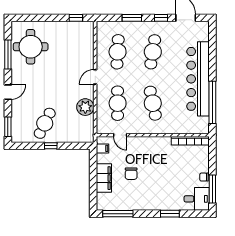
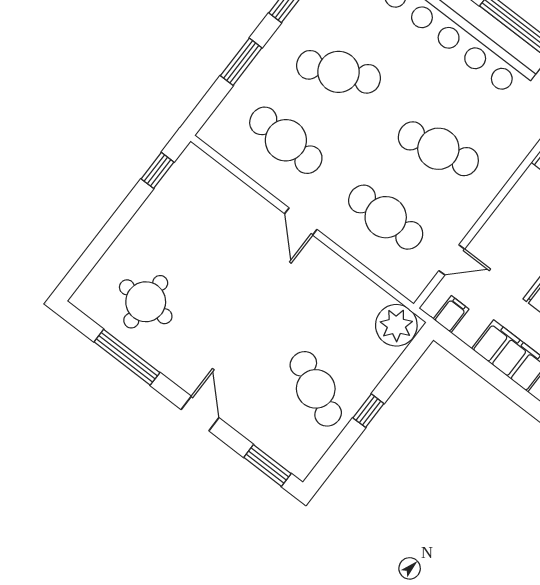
round table: (31, 47) -> (146, 302), width x0.73, depth x0.73
cafe table: (153, 52) -> (339, 72), turned -33
plant: (85, 107) -> (396, 325), moved

